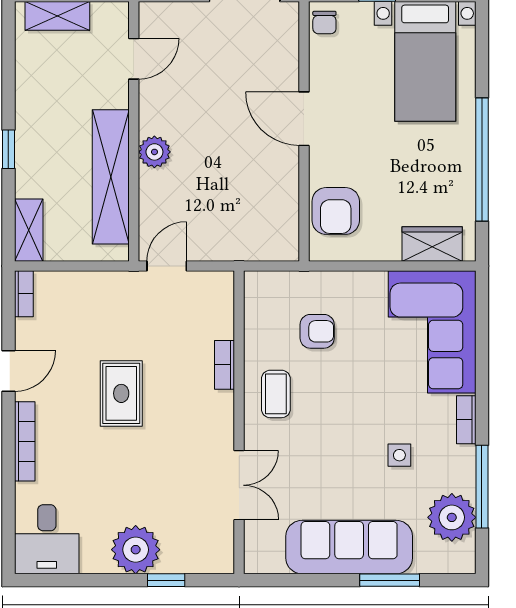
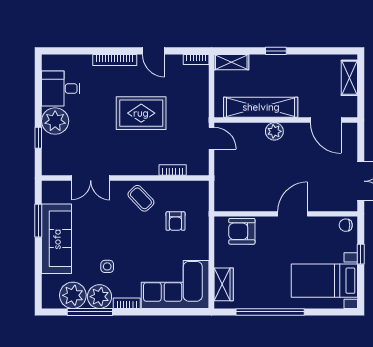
door: (134, 59) -> (326, 120), width x1.38
bookcase: (225, 365) -> (173, 170), moved
rug: (121, 393) -> (141, 113), width x1.36, depth x1.43
coffee table: (276, 394) -> (141, 198), turned 46
plant: (454, 469) -> (99, 297), added
desk: (47, 539) -> (61, 88), moved
window: (390, 580) -> (38, 221), moved

